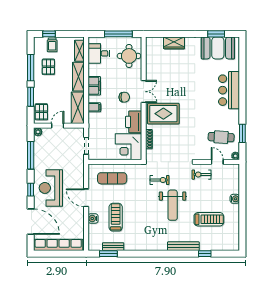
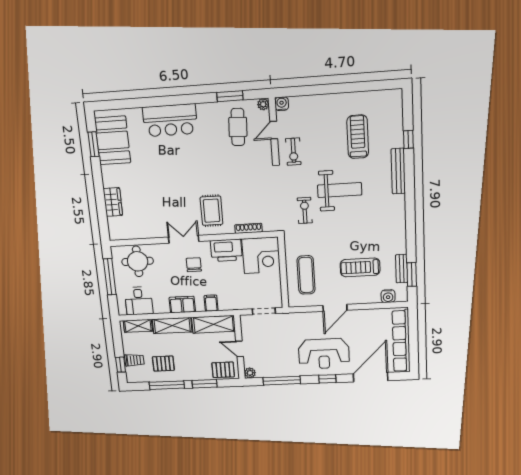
rug: (163, 114) -> (212, 211), width x0.73, depth x0.70
water cooler: (235, 199) -> (282, 104), moved
water cooler: (93, 218) -> (388, 296), moved

